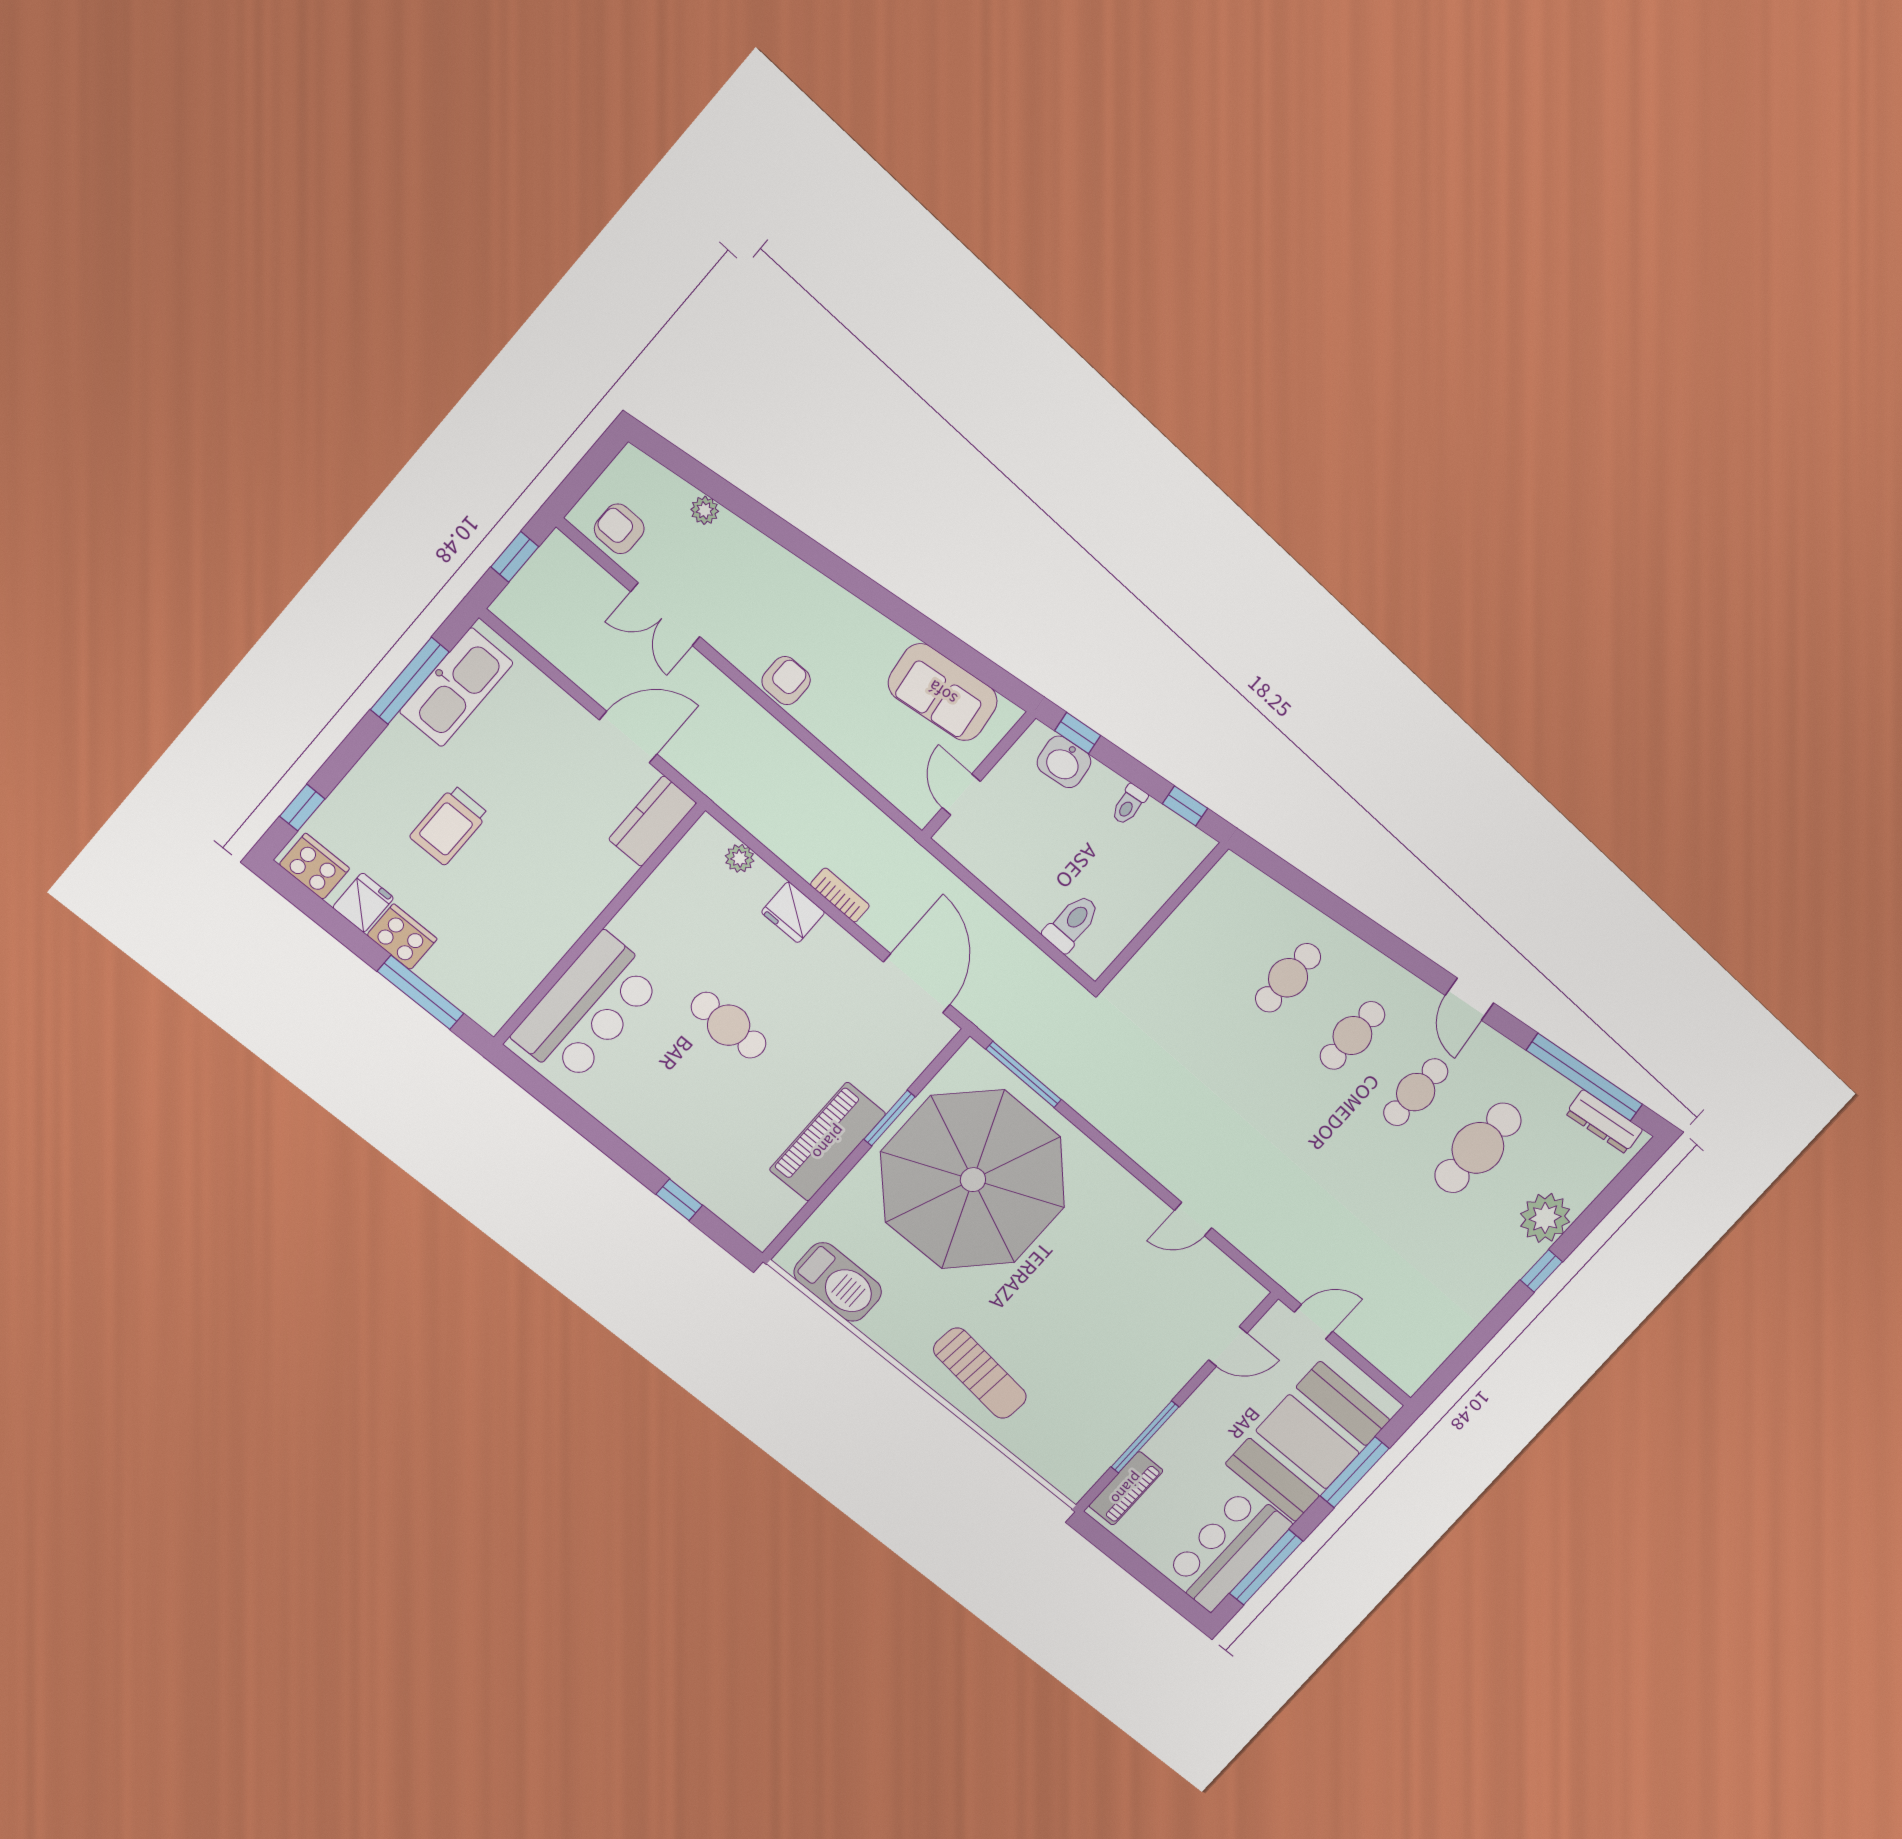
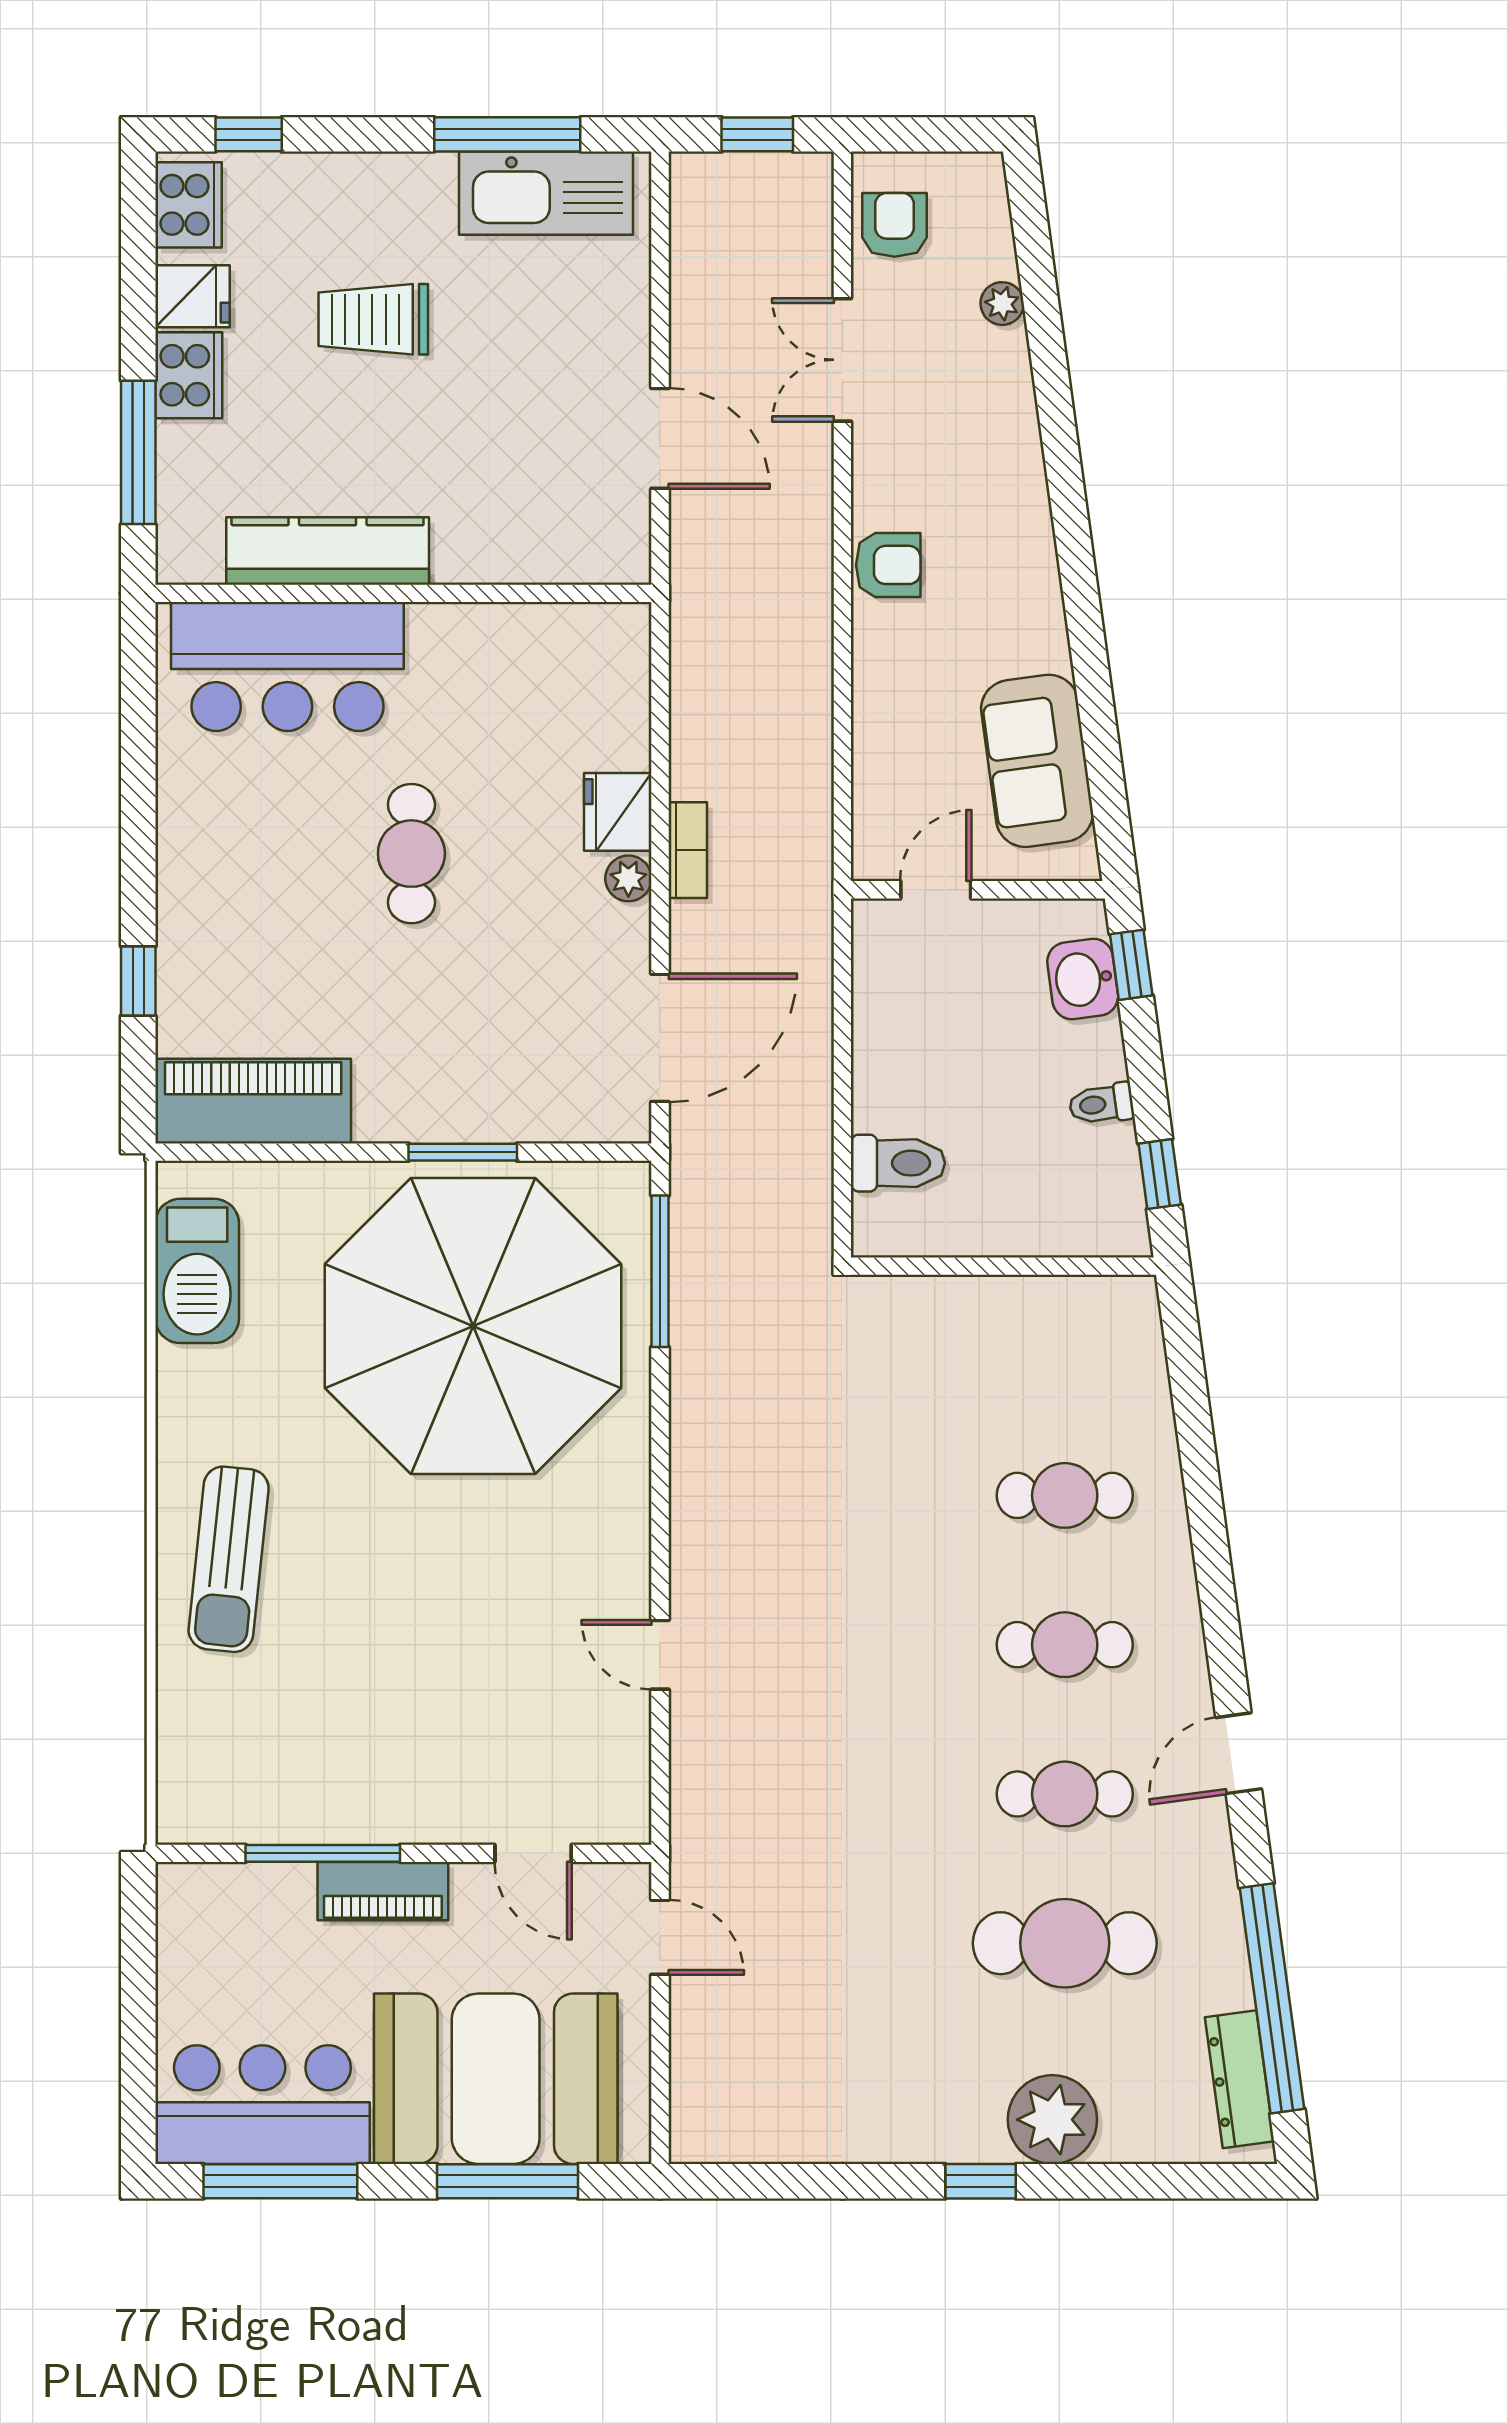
kitchen counter: (652, 821) -> (328, 551), moved, width x1.50
plant: (740, 858) -> (628, 878), moved
piano: (828, 1142) -> (253, 1101), moved
piano: (1126, 1488) -> (383, 1891), moved

